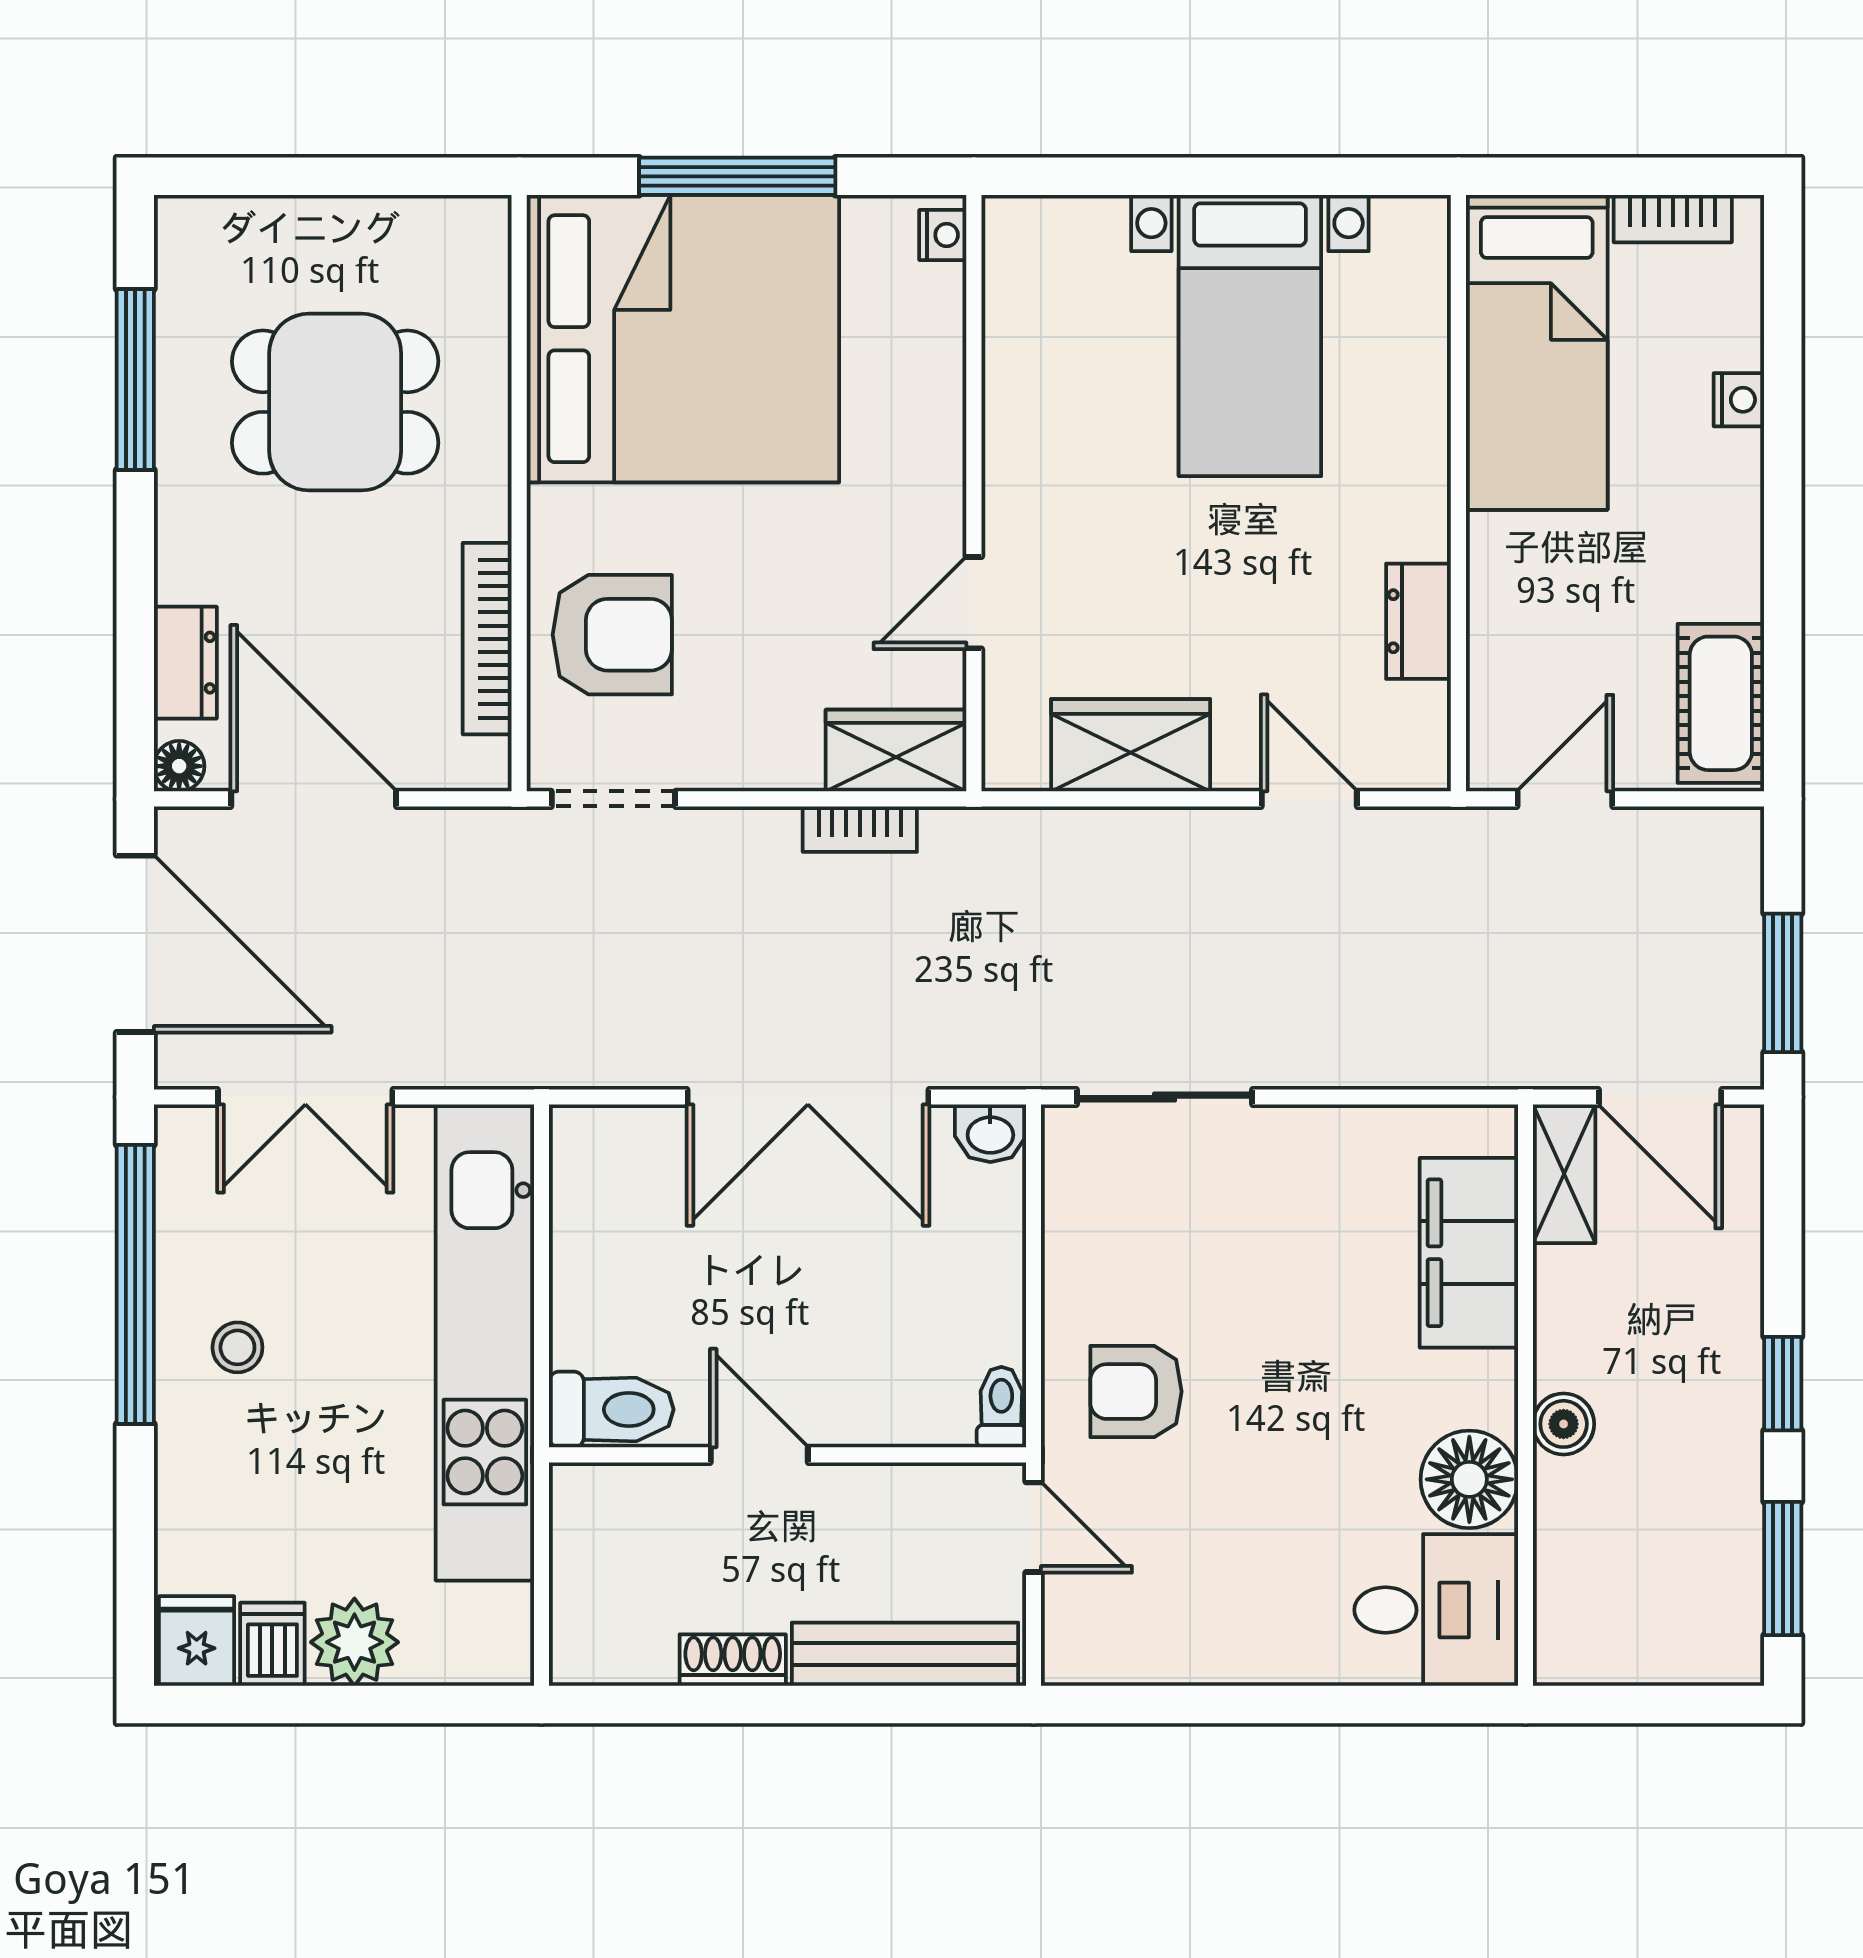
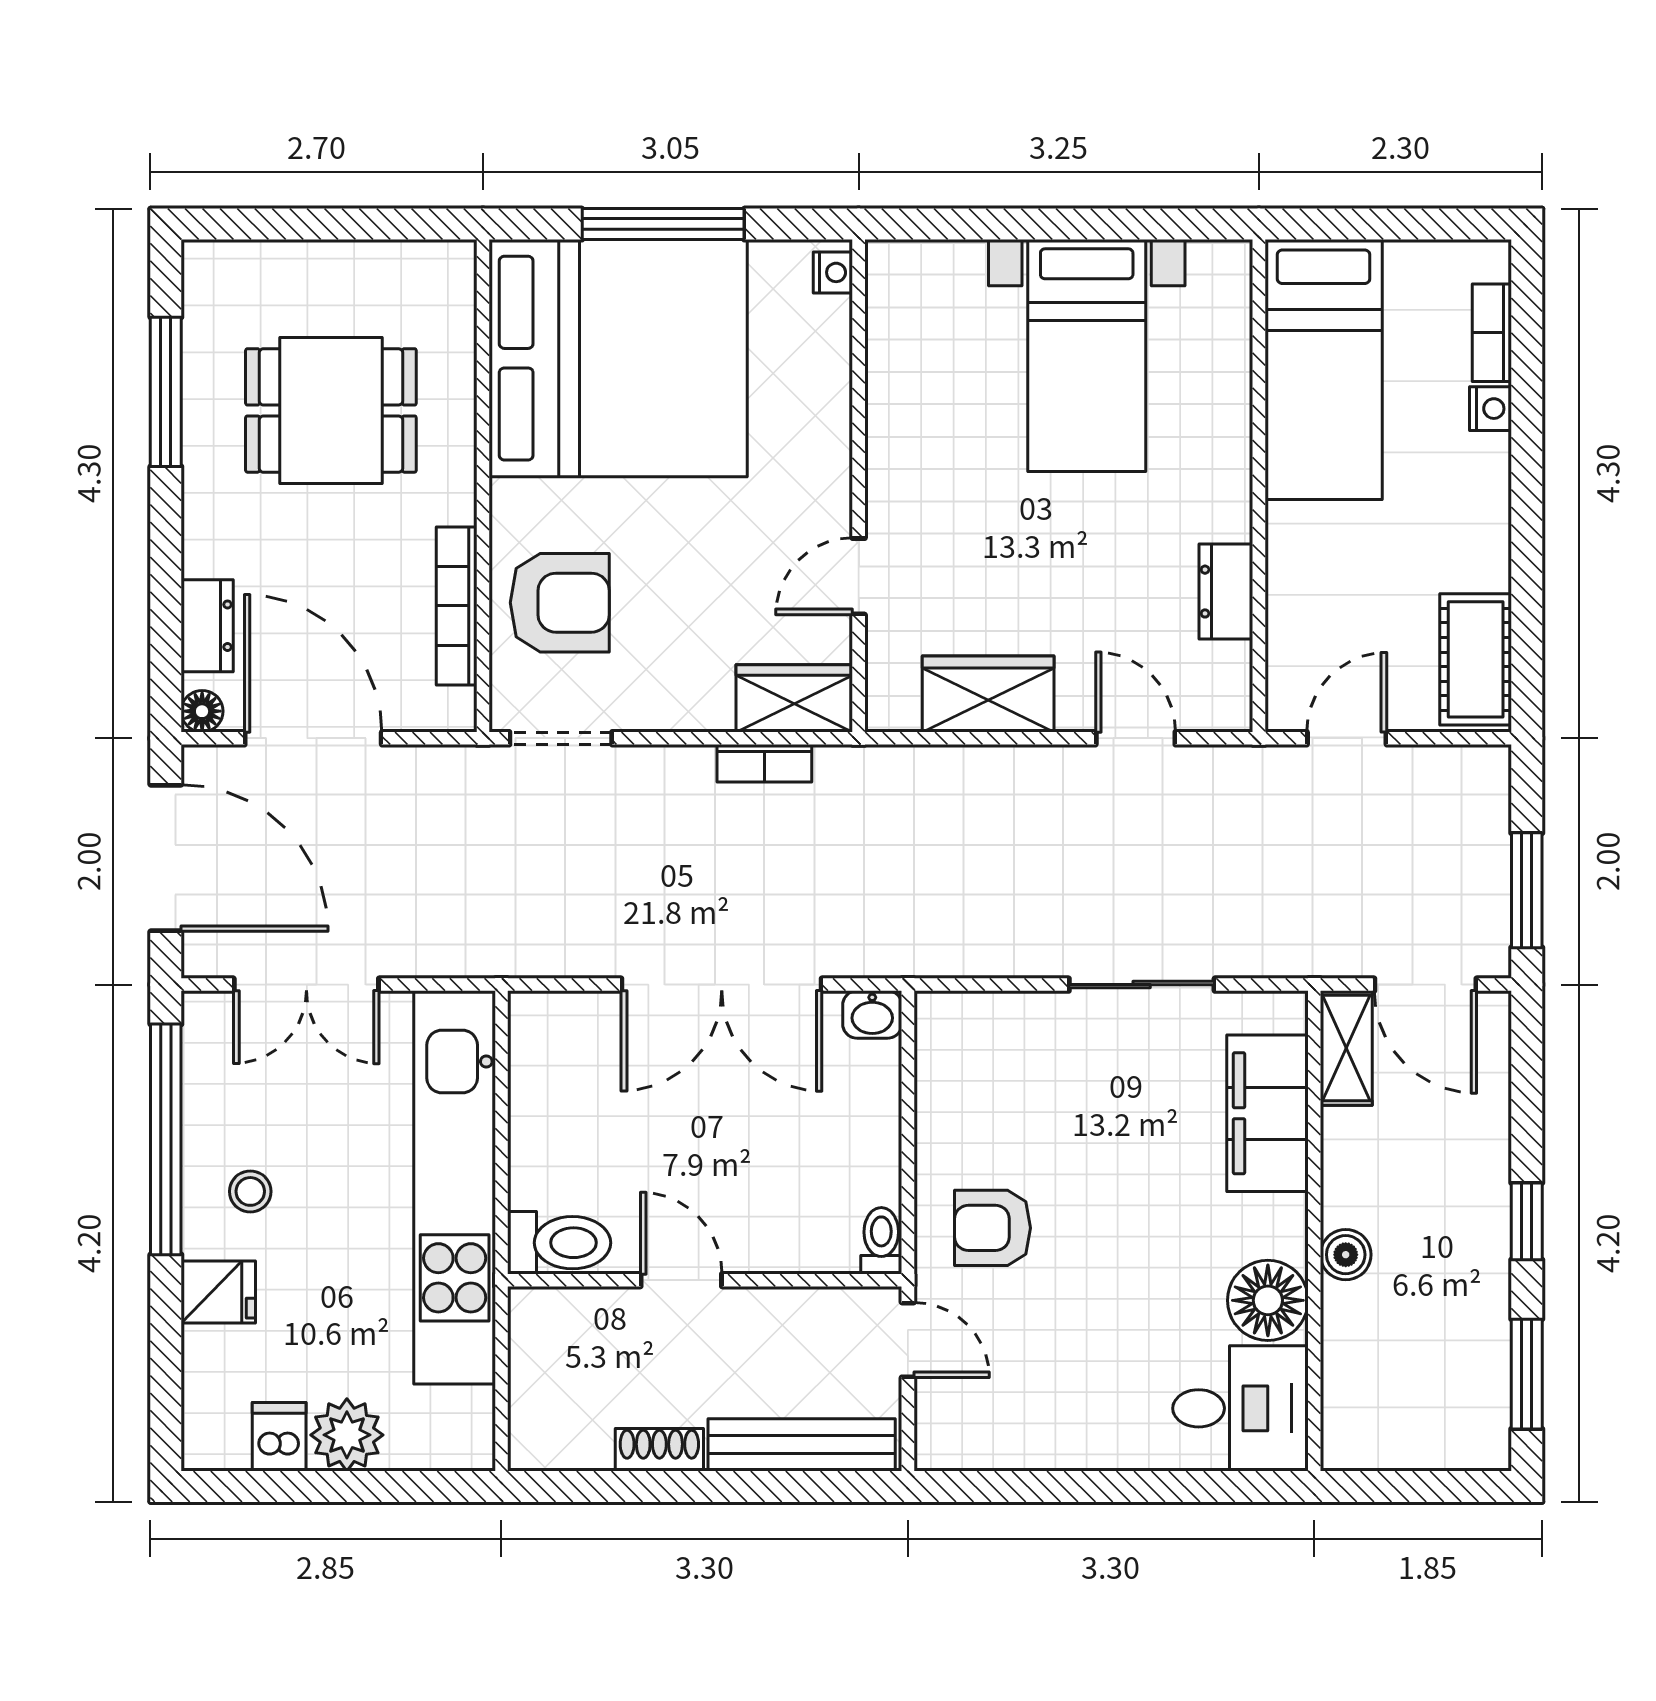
bookcase: (1673, 219) -> (1492, 333), moved, turned 90
sliding door: (1165, 1097) -> (1142, 985), moved
fridge: (197, 1641) -> (218, 1292), moved, turned 90

